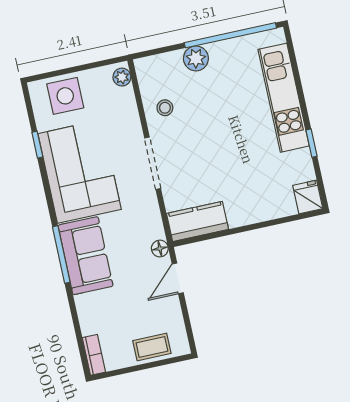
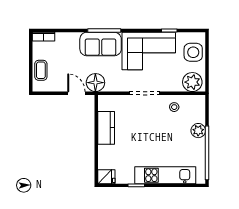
plant: (122, 77) -> (192, 82), width x1.87, depth x1.87
kitchen counter: (197, 221) -> (106, 128), moved
floor lamp: (160, 248) -> (95, 83), width x1.89, depth x1.89

